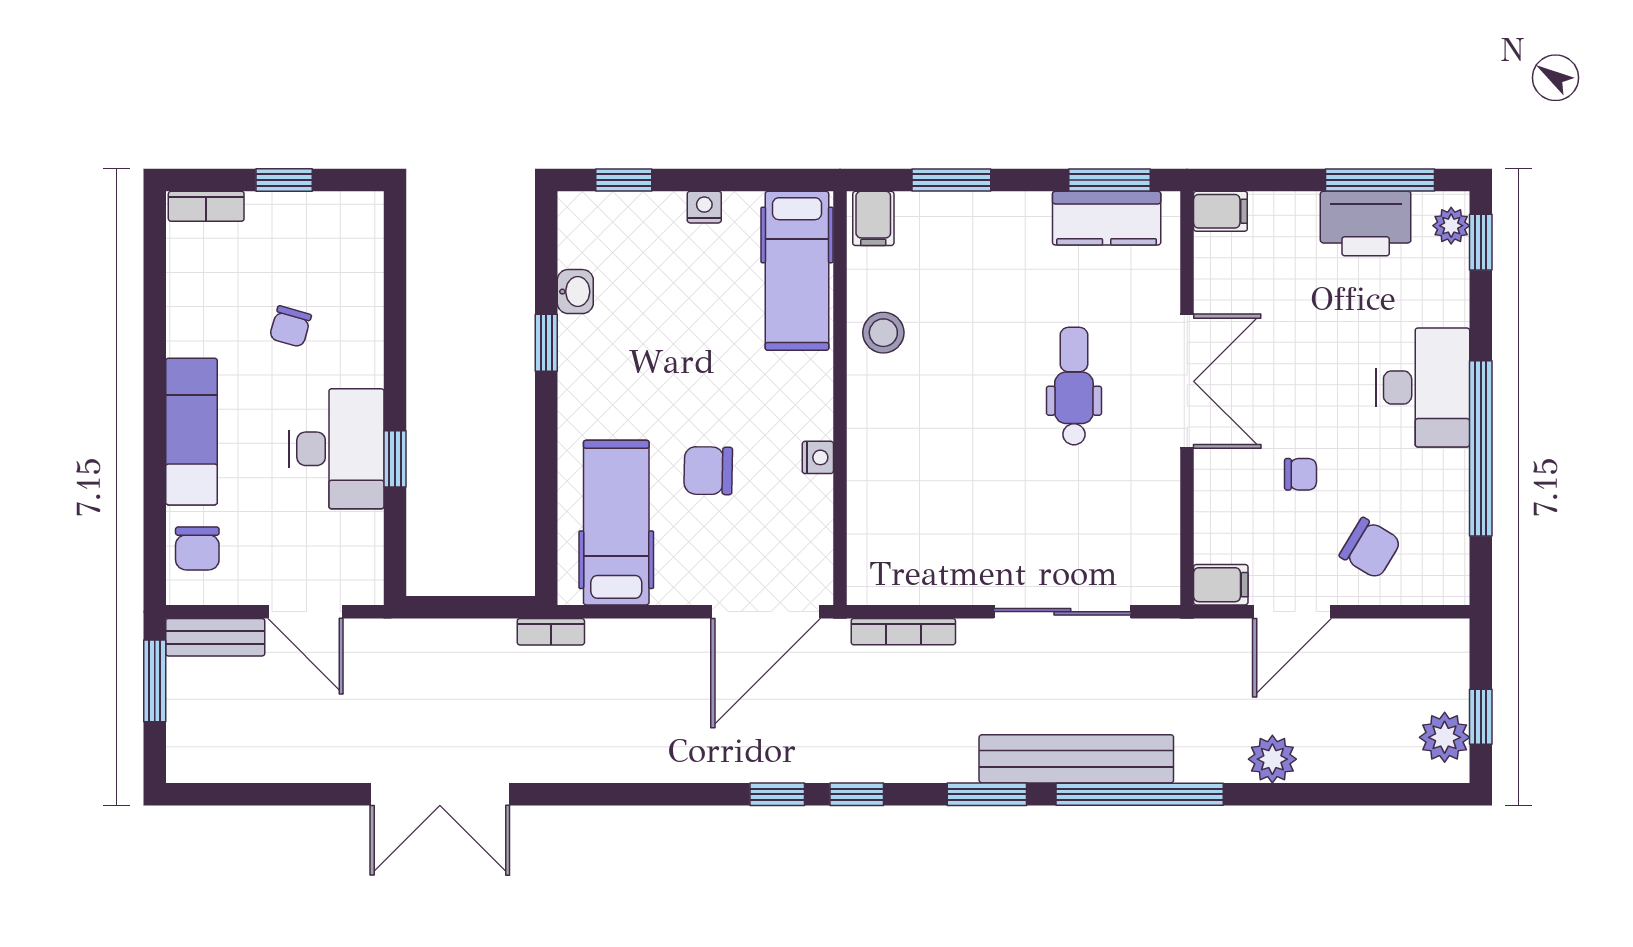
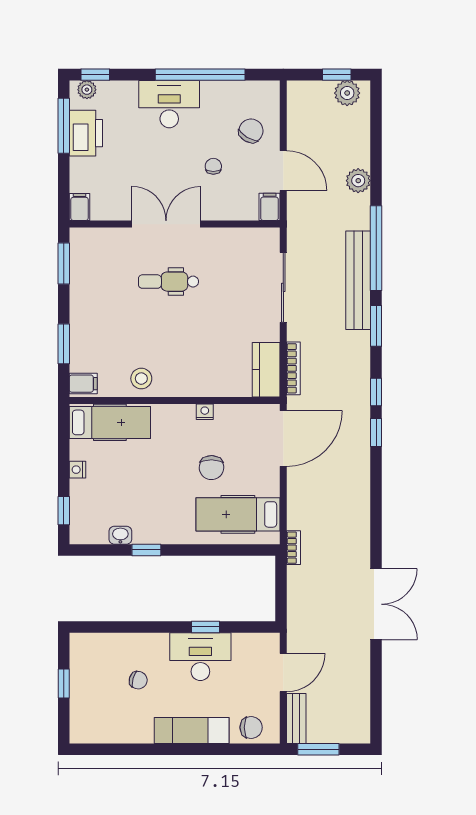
bookcase: (206, 206) -> (77, 723), removed
kitchen counter: (1107, 218) -> (266, 370), moved, turned 180
door: (766, 612) -> (283, 438), hinge flipped

